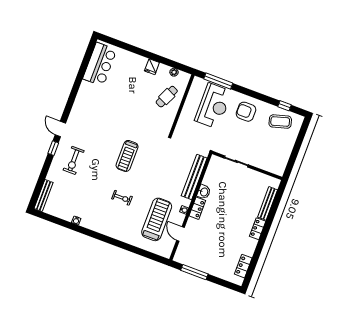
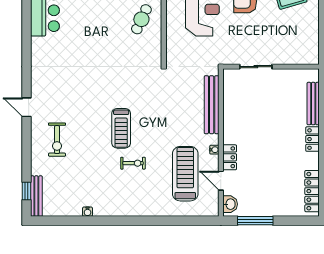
window: (53, 148) -> (26, 191), moved
treadmill: (127, 156) -> (121, 128), moved
washbasin: (204, 192) -> (230, 204), moved
locker: (197, 208) -> (230, 157), moved
locker: (243, 266) -> (312, 191), width x1.53

